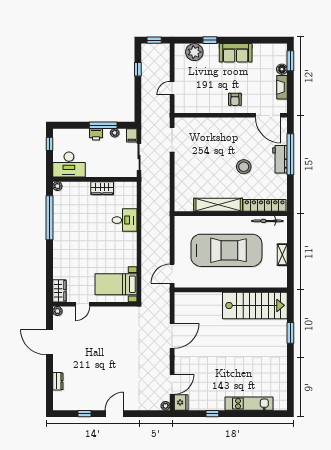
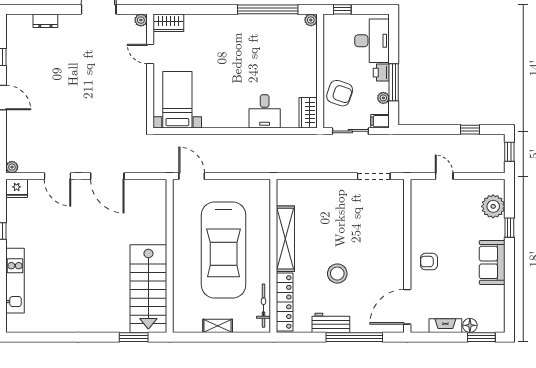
window: (50, 144) -> (342, 9), moved
workbench: (280, 159) -> (331, 323), moved
desk: (69, 164) -> (372, 41), moved, turned 180
armchair: (111, 165) -> (340, 93), added
wardrobe: (102, 188) -> (308, 113), moved
window: (290, 333) -> (134, 337), moved
door: (172, 384) -> (57, 176), moved

